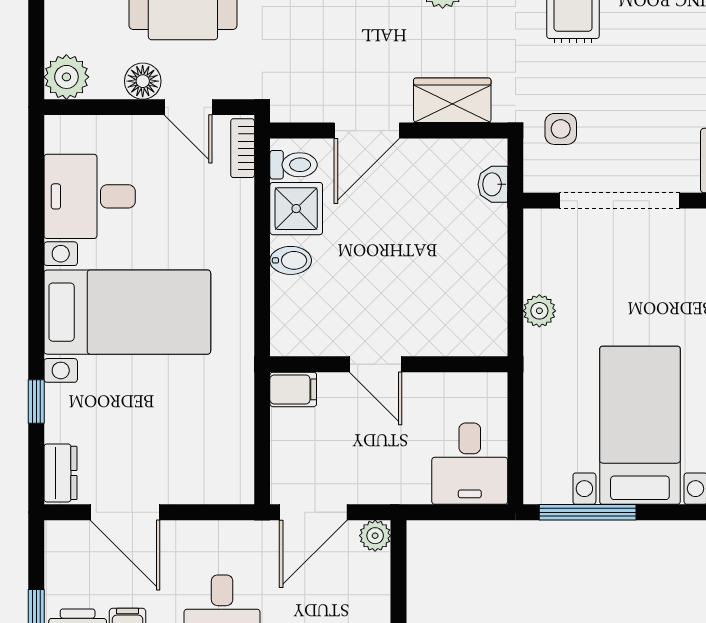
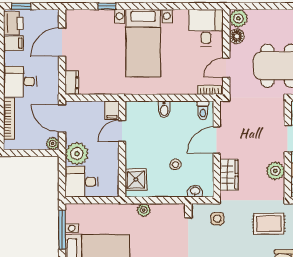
floor lamp: (143, 81) -> (237, 36), moved
door: (367, 131) -> (217, 140), hinge flipped
desk: (90, 196) -> (206, 28), moved
shower: (296, 209) -> (136, 180), moved
stool: (427, 232) -> (175, 165), added
door: (376, 364) -> (122, 131), moved
dresser: (60, 473) -> (72, 83), moved, turned -90
plant: (400, 476) -> (77, 154), added

